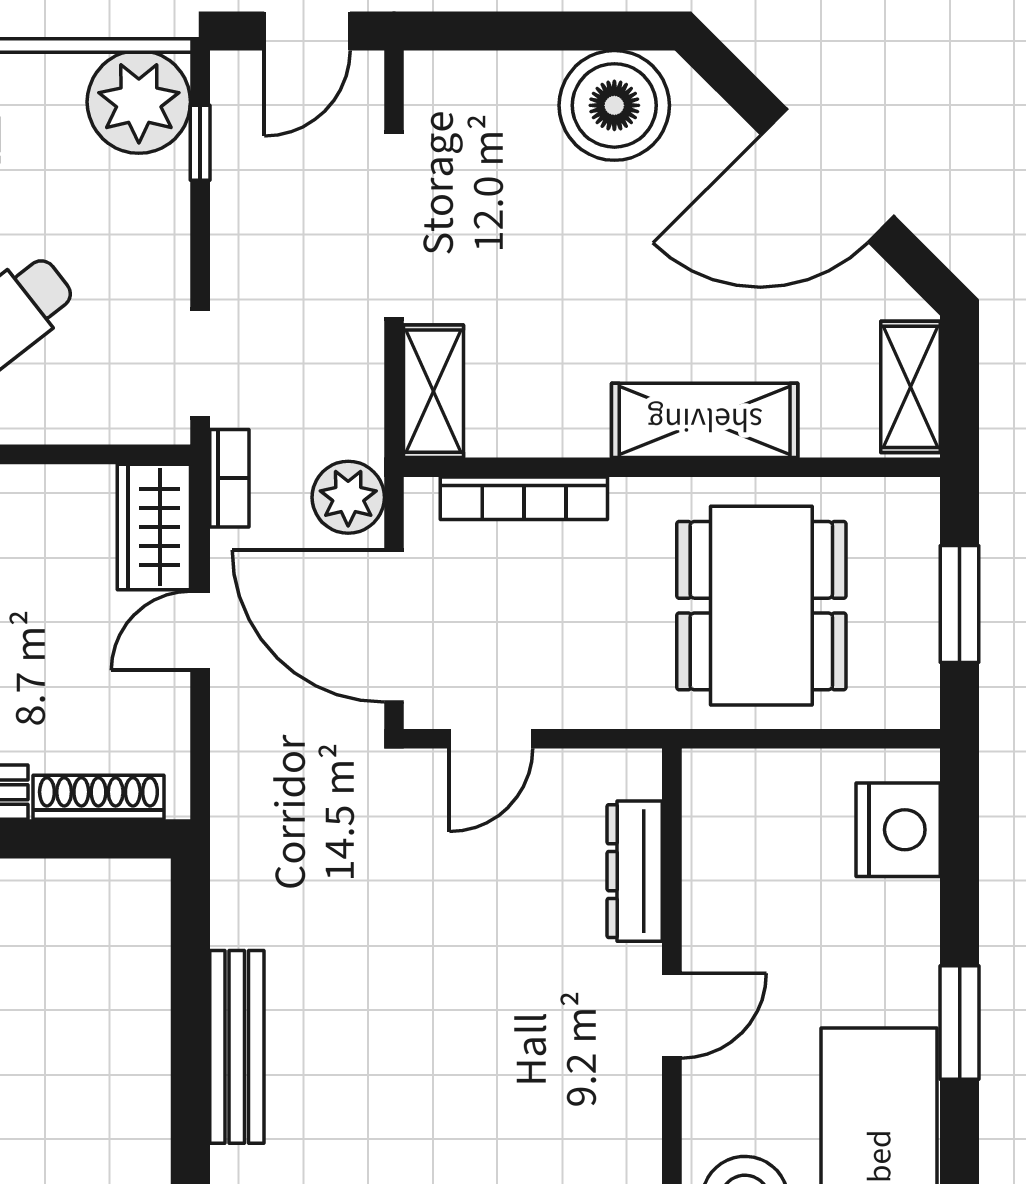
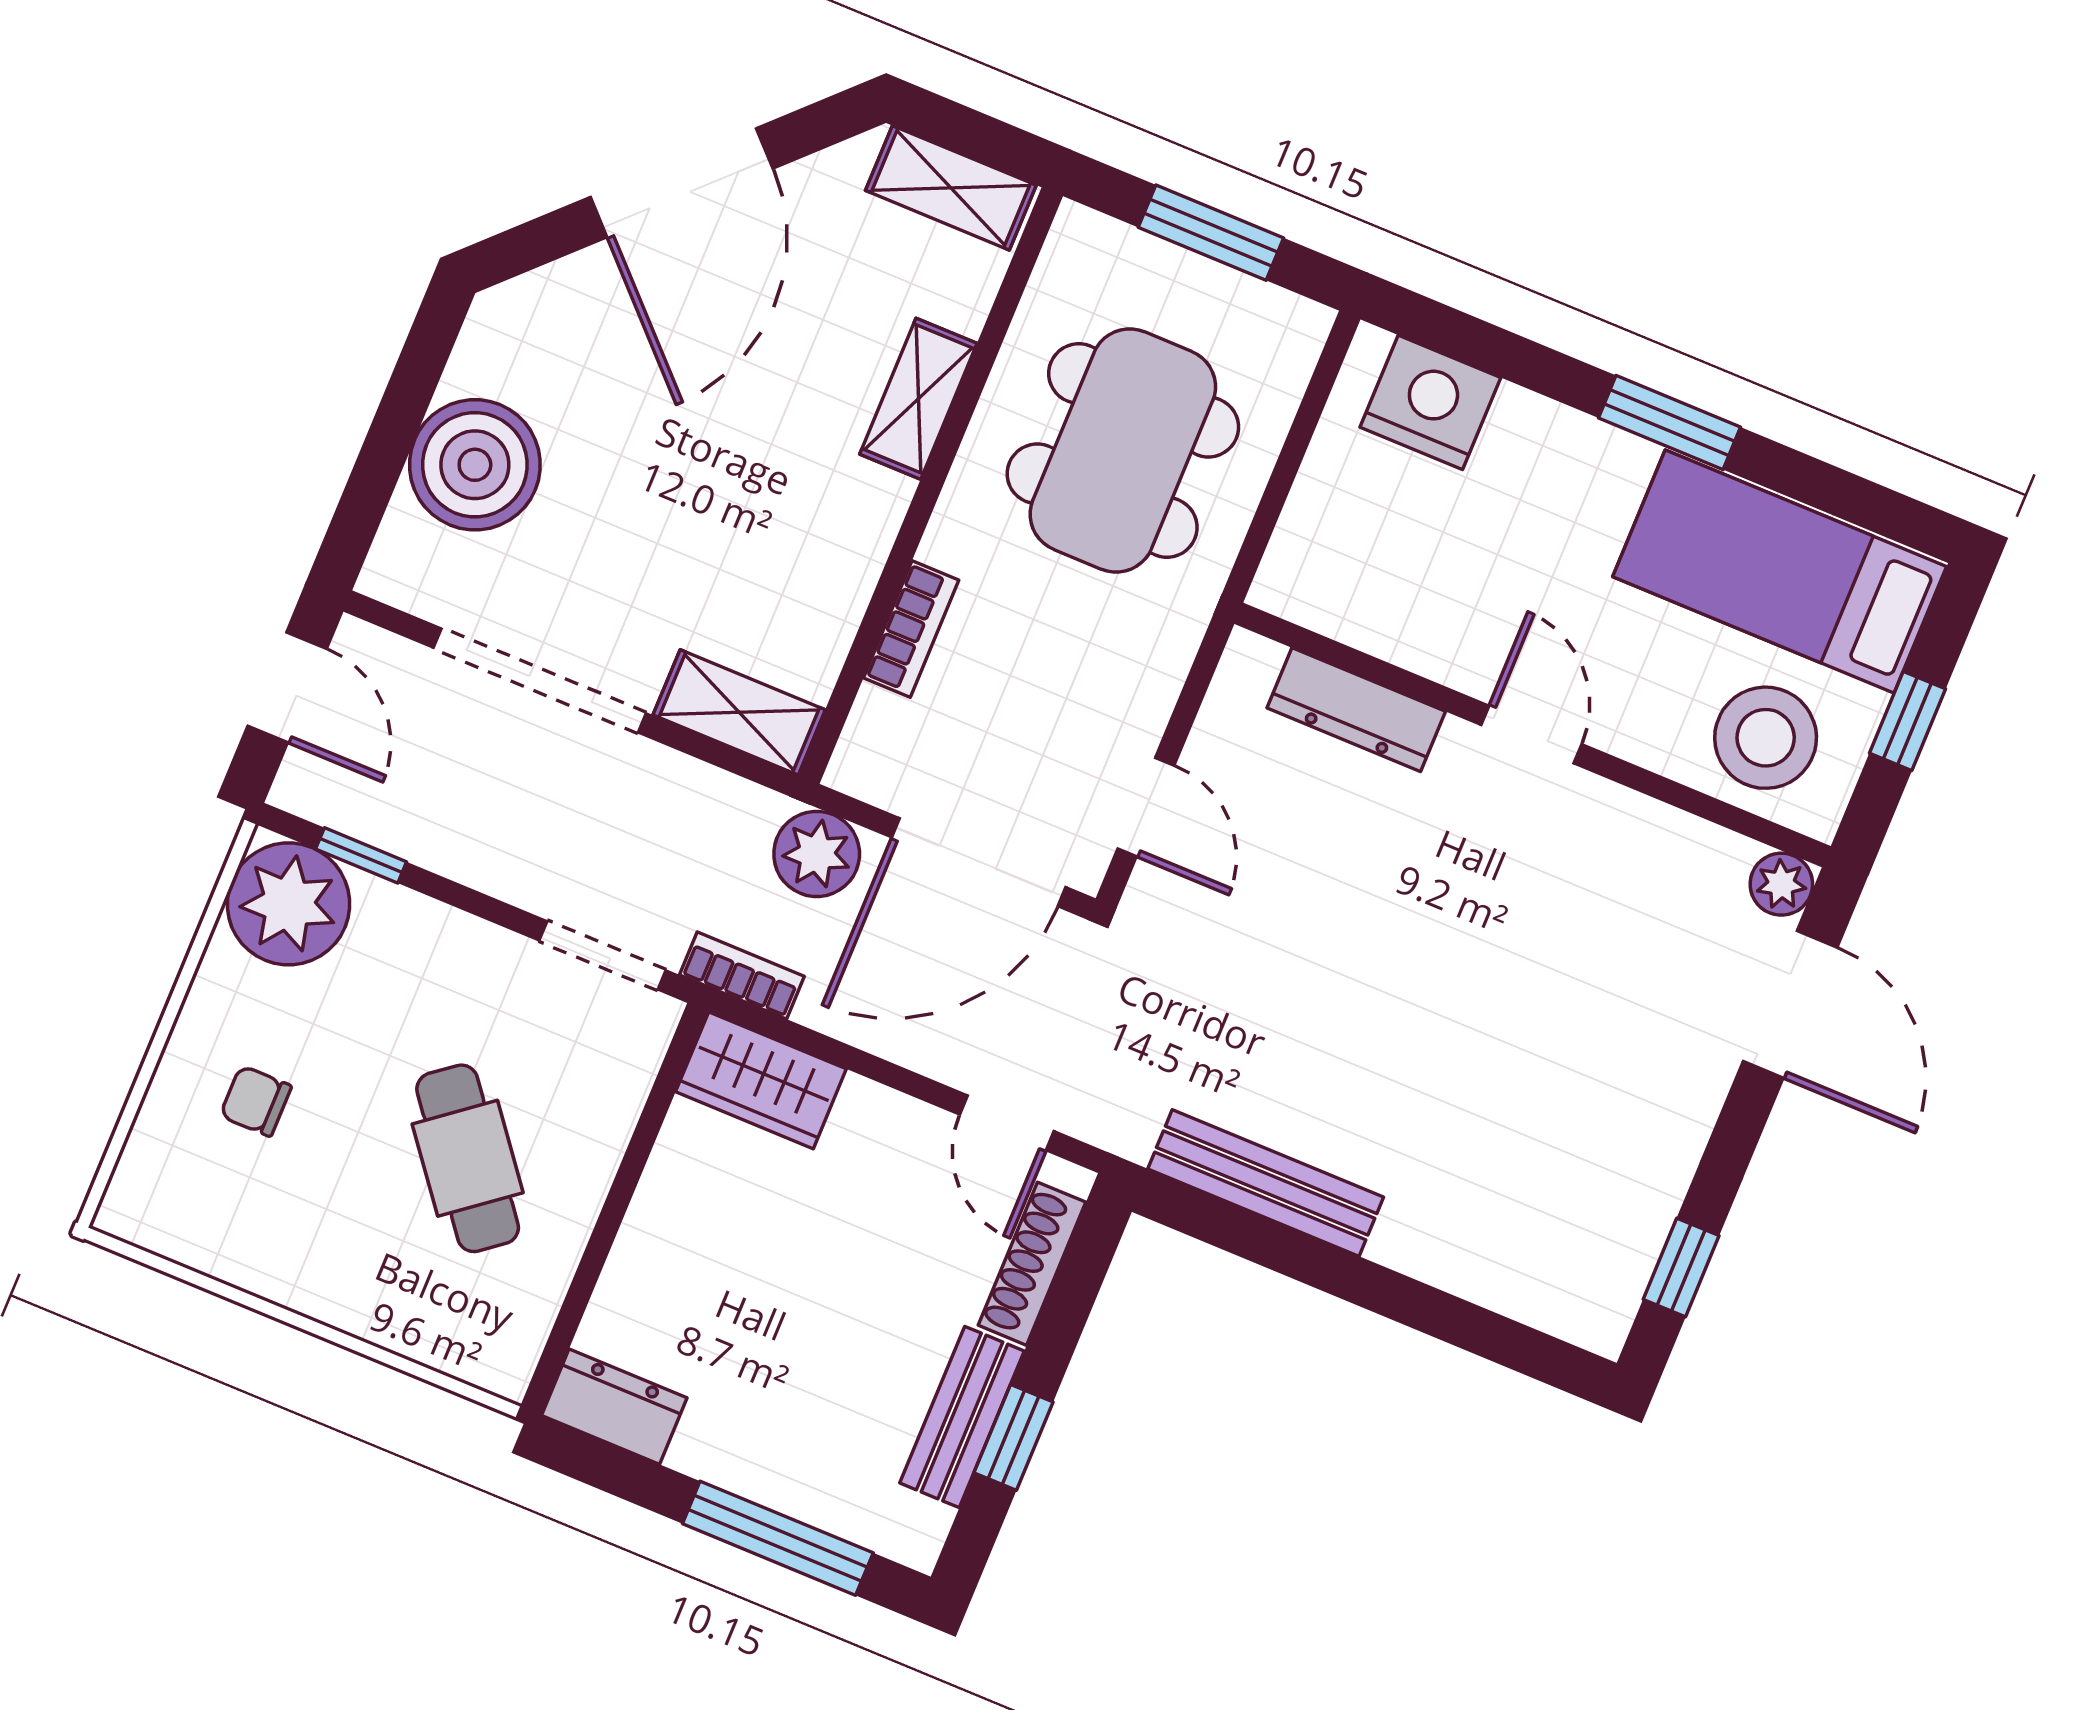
boiler: (614, 105) -> (475, 465), moved
shelving: (705, 420) -> (918, 399), width x0.67, depth x0.75
bookcase: (524, 498) -> (911, 629), width x0.64
dining table: (761, 606) -> (1123, 450), turned 90
door: (200, 631) -> (1007, 1123), moved
bench: (237, 1047) -> (1266, 1183), moved

